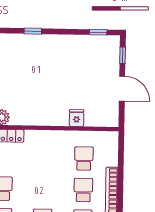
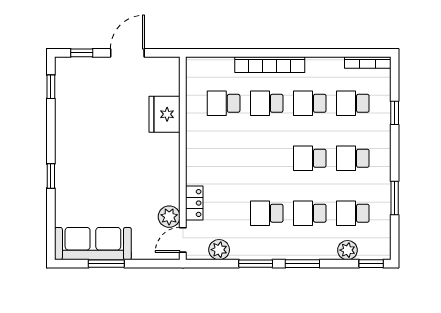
fridge: (77, 118) -> (165, 114), width x1.88, depth x1.34

